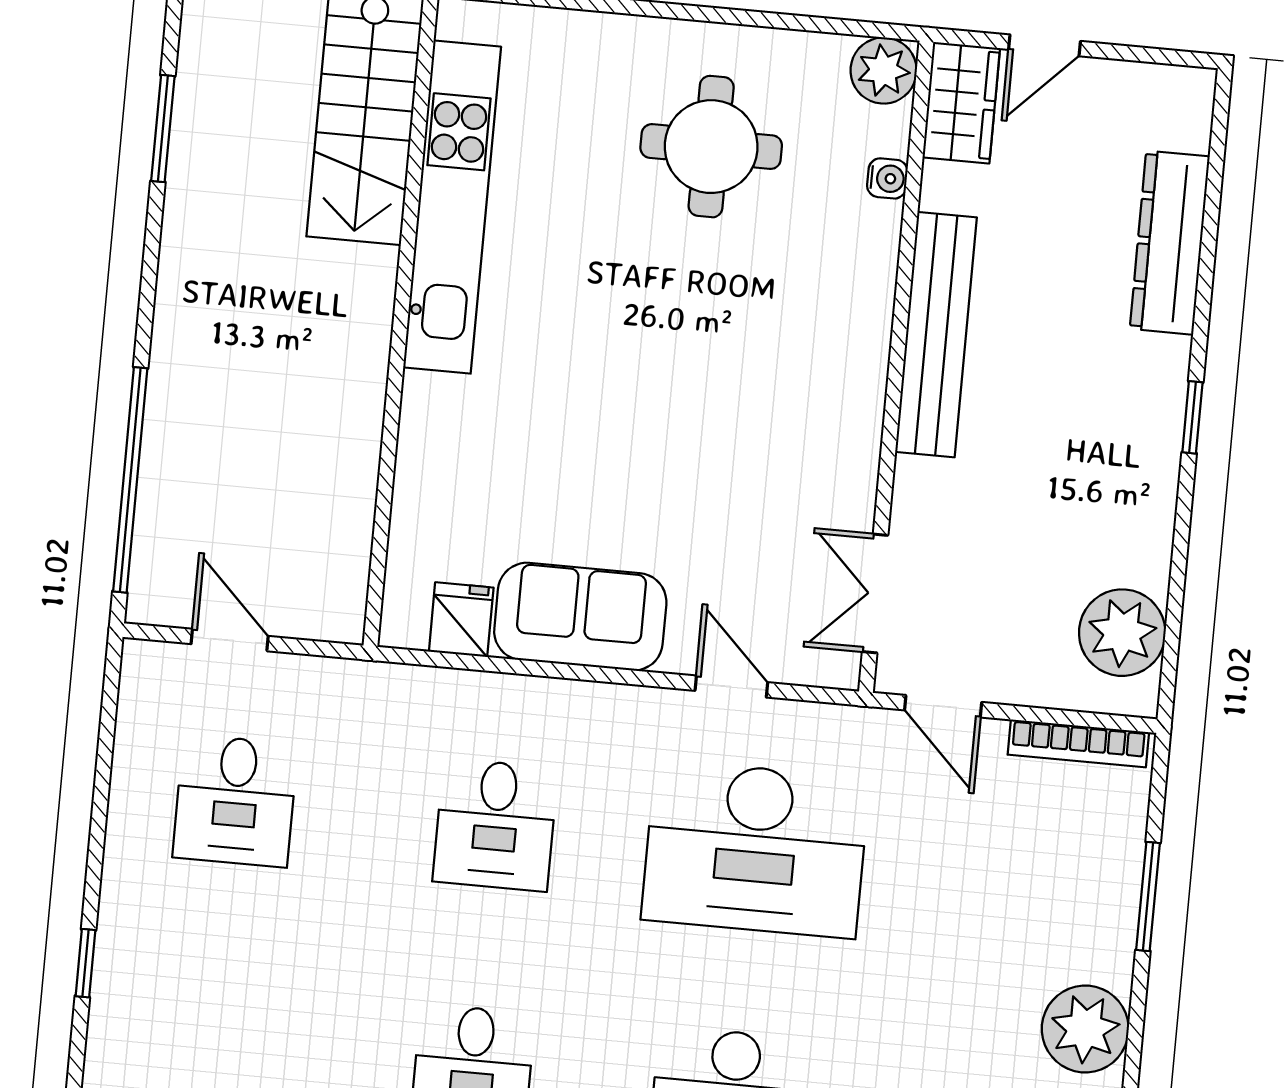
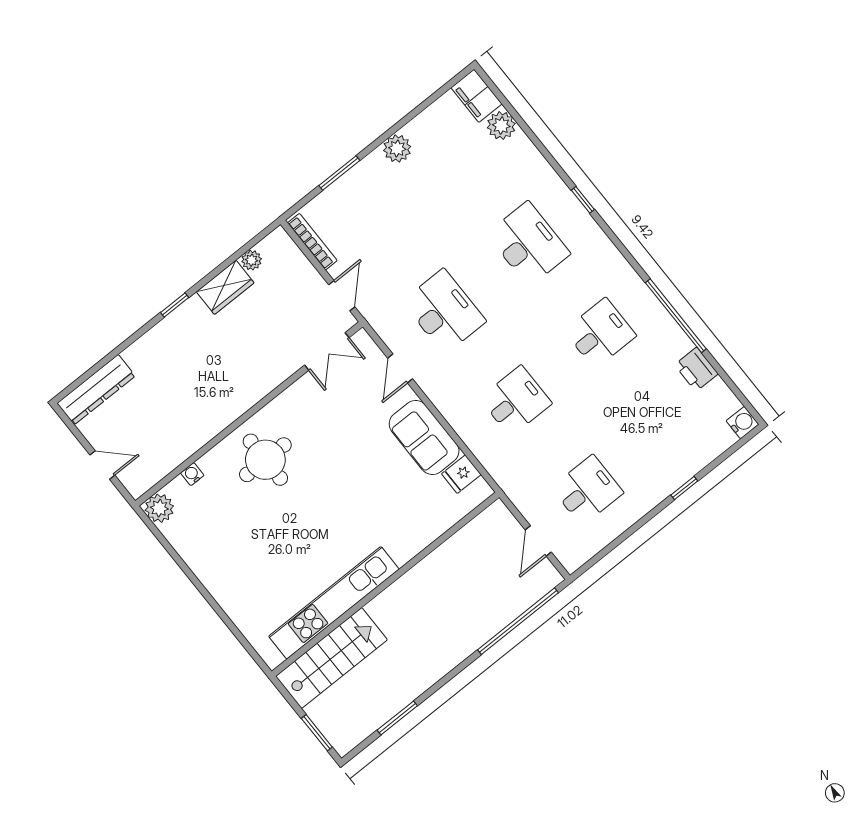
wardrobe: (961, 103) -> (225, 287), moved, turned 180
round table: (711, 147) -> (265, 460), moved
dresser: (1170, 243) -> (96, 390), moved
bench: (936, 335) -> (227, 411), removed
plant: (1122, 633) -> (252, 260), width x0.53, depth x0.53
desk: (755, 849) -> (444, 311), width x0.73, depth x0.77
plant: (1085, 1029) -> (397, 148), width x0.73, depth x0.73

